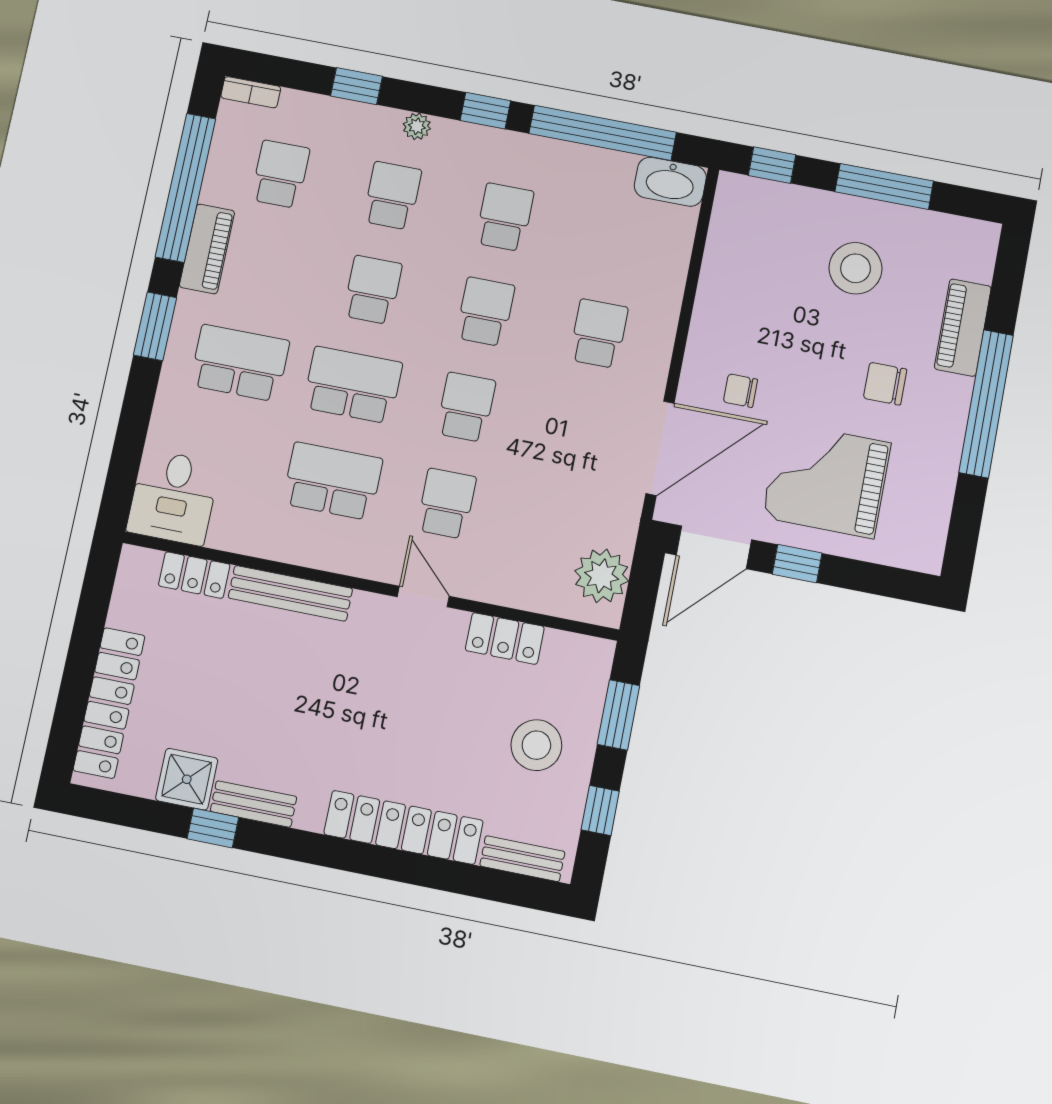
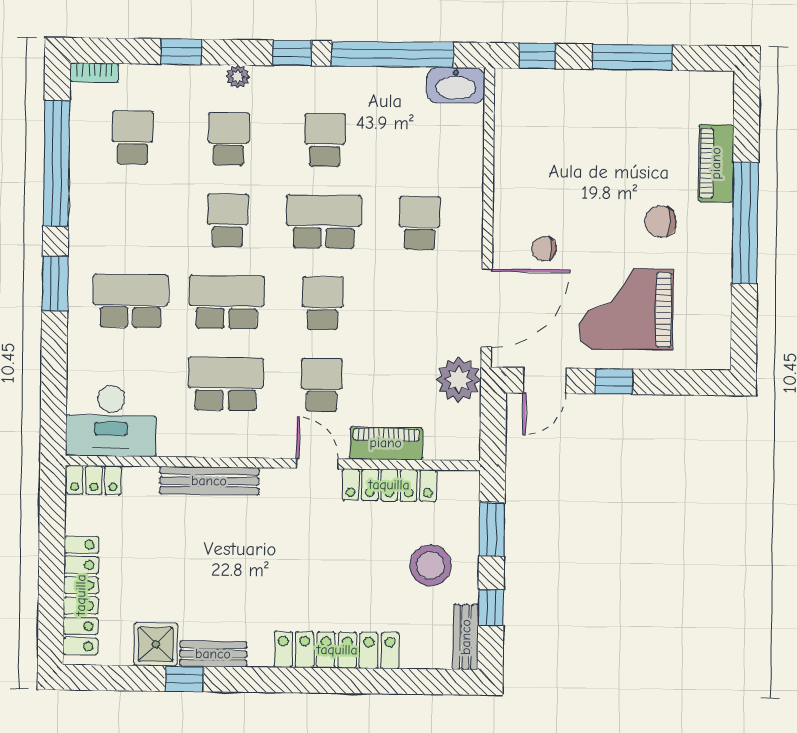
piano: (207, 249) -> (386, 443), moved, turned -90
stool: (856, 268) -> (620, 130), removed
school desk: (485, 312) -> (324, 222), width x1.85
desk: (173, 497) -> (111, 421), width x1.37
door: (714, 547) -> (545, 381), width x0.73
locker: (194, 575) -> (94, 480), moved
plant: (602, 576) -> (459, 380), moved
locker: (505, 638) -> (389, 485), width x1.53
bench: (522, 859) -> (466, 637), moved, turned 90

